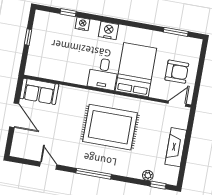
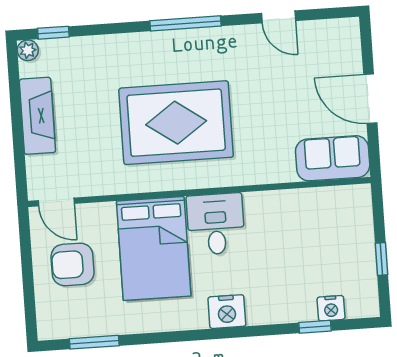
nightstand: (83, 24) -> (331, 308), moved
door: (177, 104) -> (56, 202), hinge flipped
plant: (148, 175) -> (28, 50), moved

